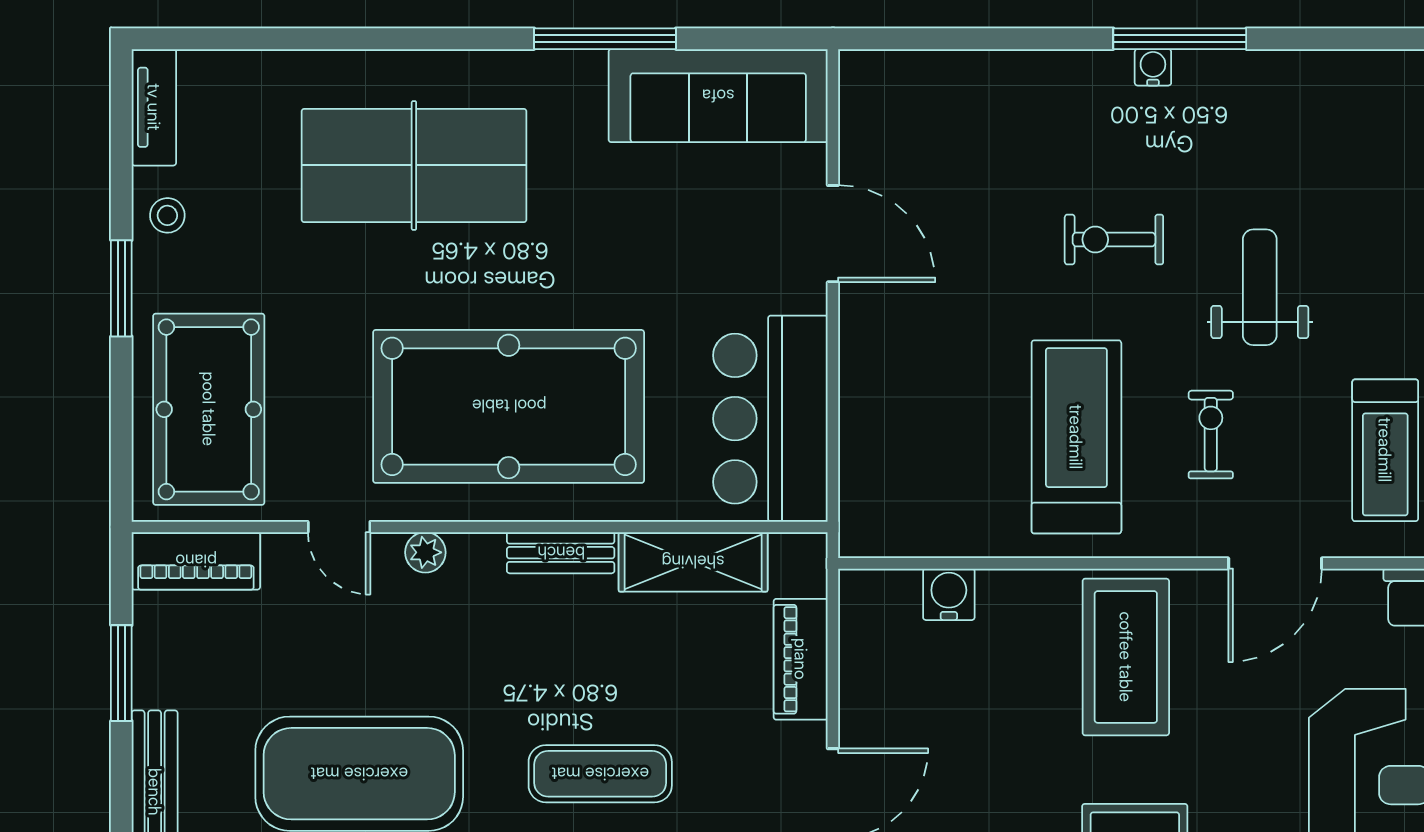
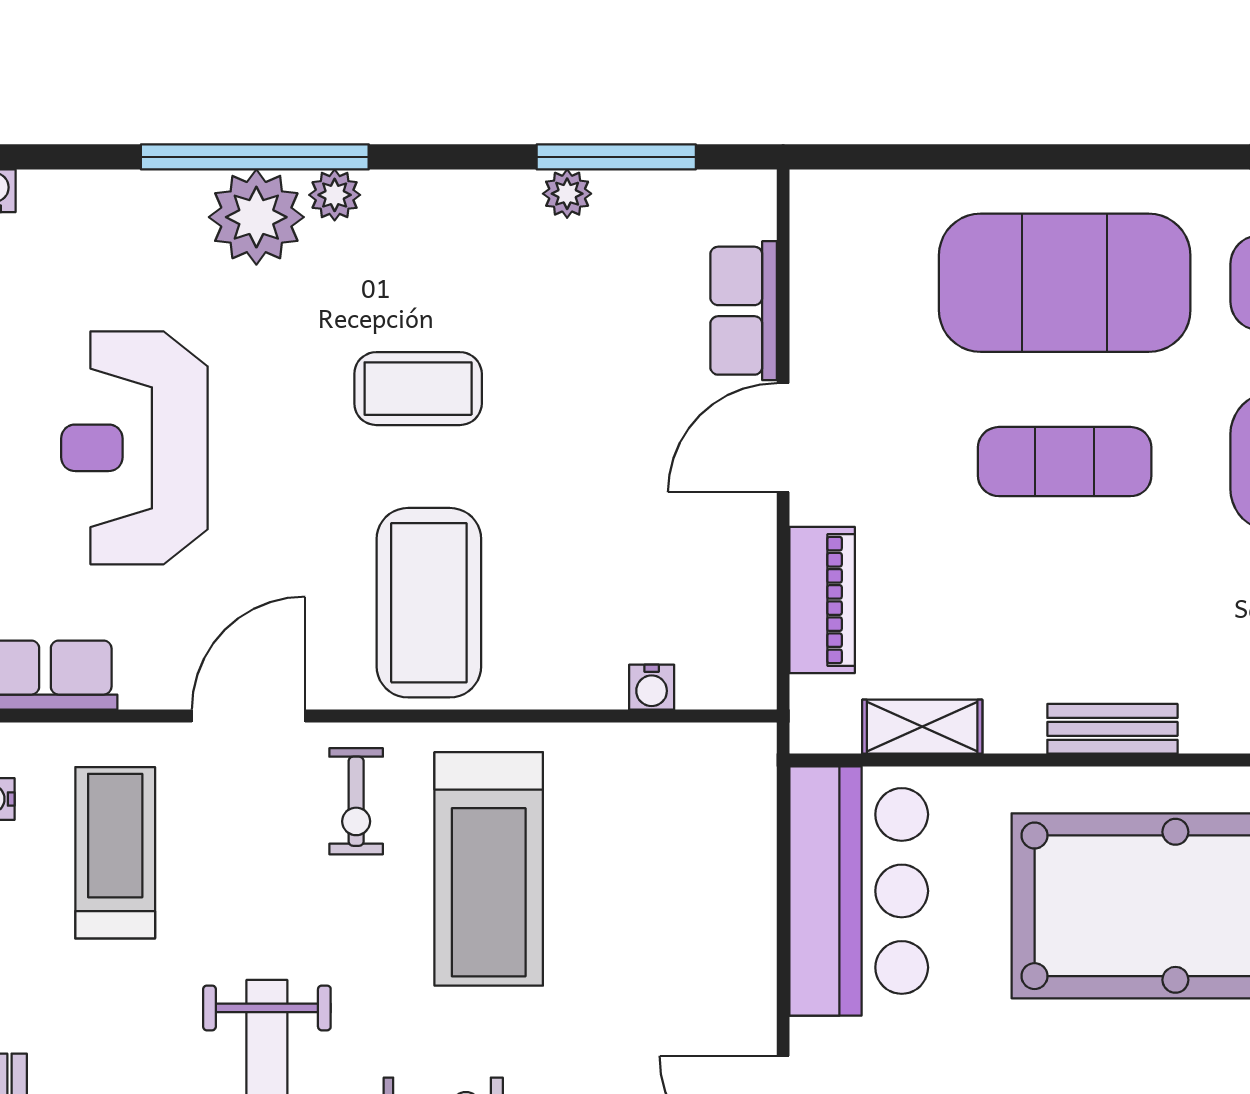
exercise bike: (1211, 435) -> (356, 801), moved
shelving: (693, 562) -> (922, 727), width x0.67, depth x0.75
water cooler: (949, 594) -> (652, 687), width x0.72, depth x0.72

